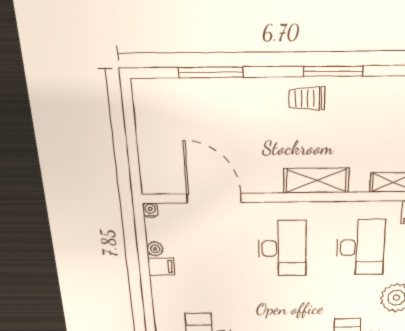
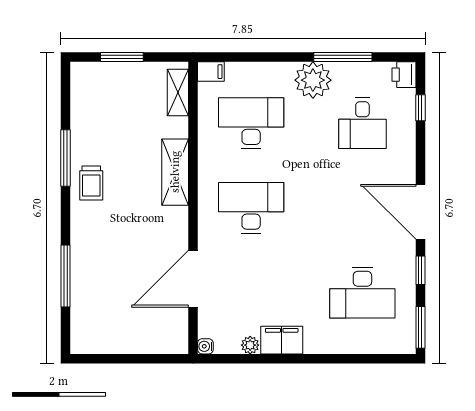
filing cabinet: (161, 267) -> (282, 340), width x2.00

